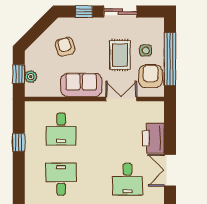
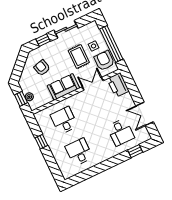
desk: (61, 129) -> (64, 121), turned 180
printer: (153, 138) -> (118, 85), moved

